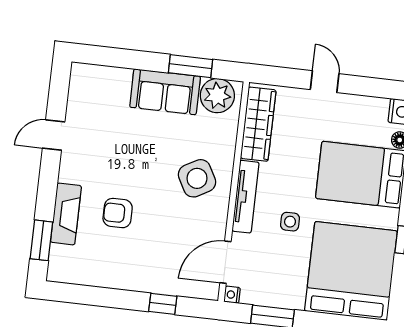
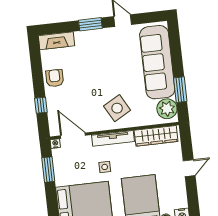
sofa: (165, 92) -> (157, 62), width x1.85, depth x1.27
armchair: (118, 213) -> (55, 78), moved
fireplace: (66, 214) -> (56, 41), moved
window: (41, 240) -> (90, 24), moved

